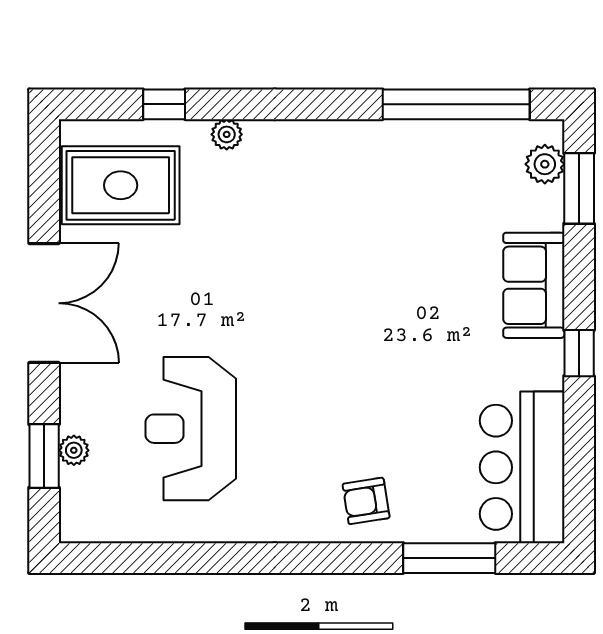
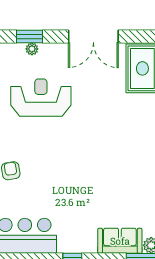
sofa: (534, 285) -> (120, 241), moved

